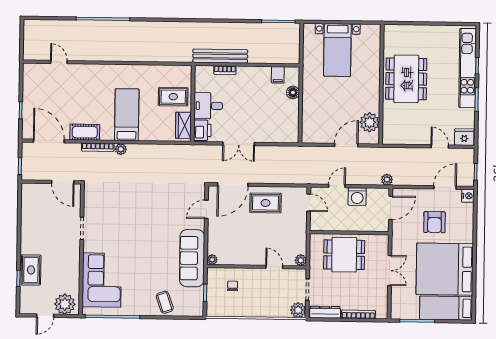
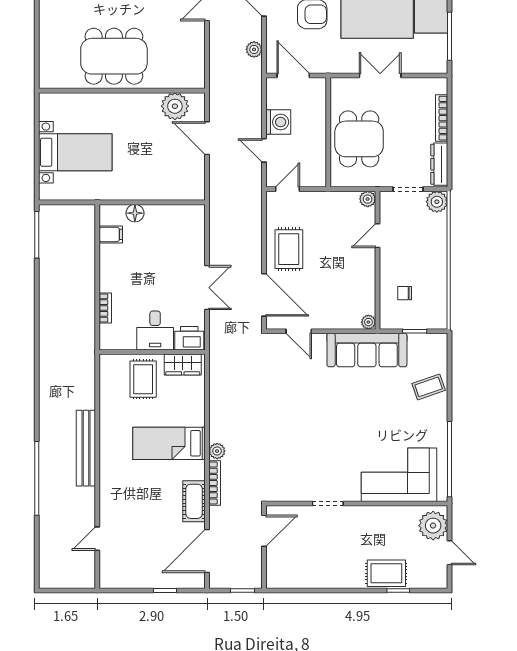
bench: (220, 56) -> (86, 448), moved
plant: (387, 180) -> (254, 49), moved

